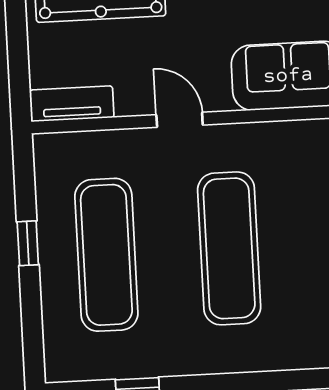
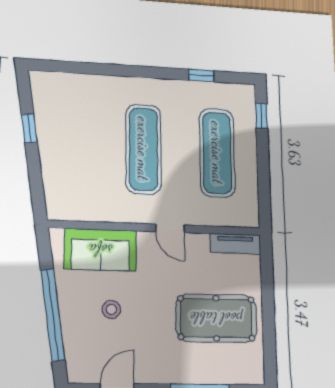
window: (28, 243) -> (261, 116), moved

